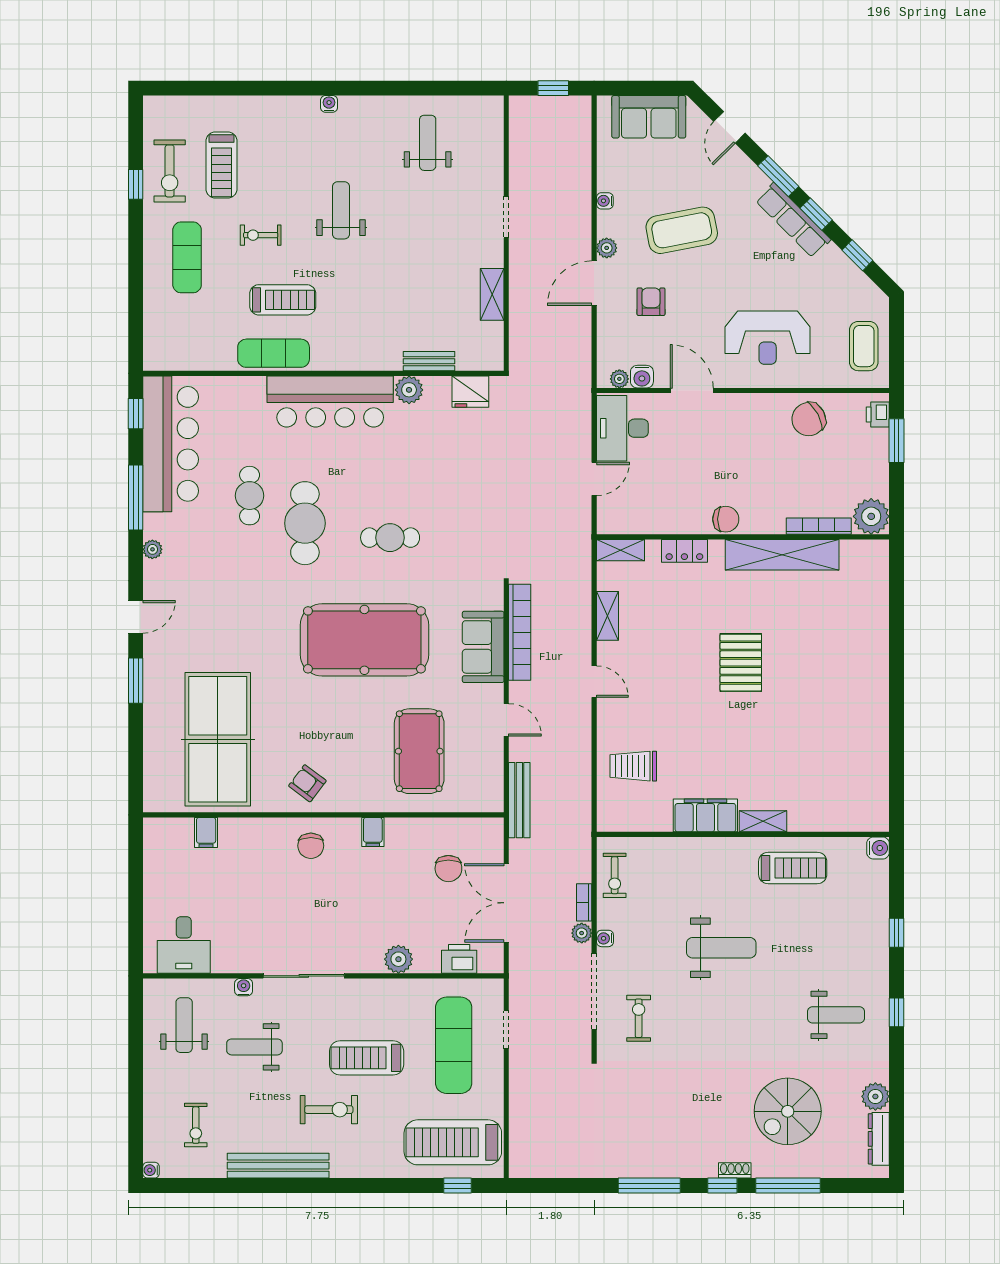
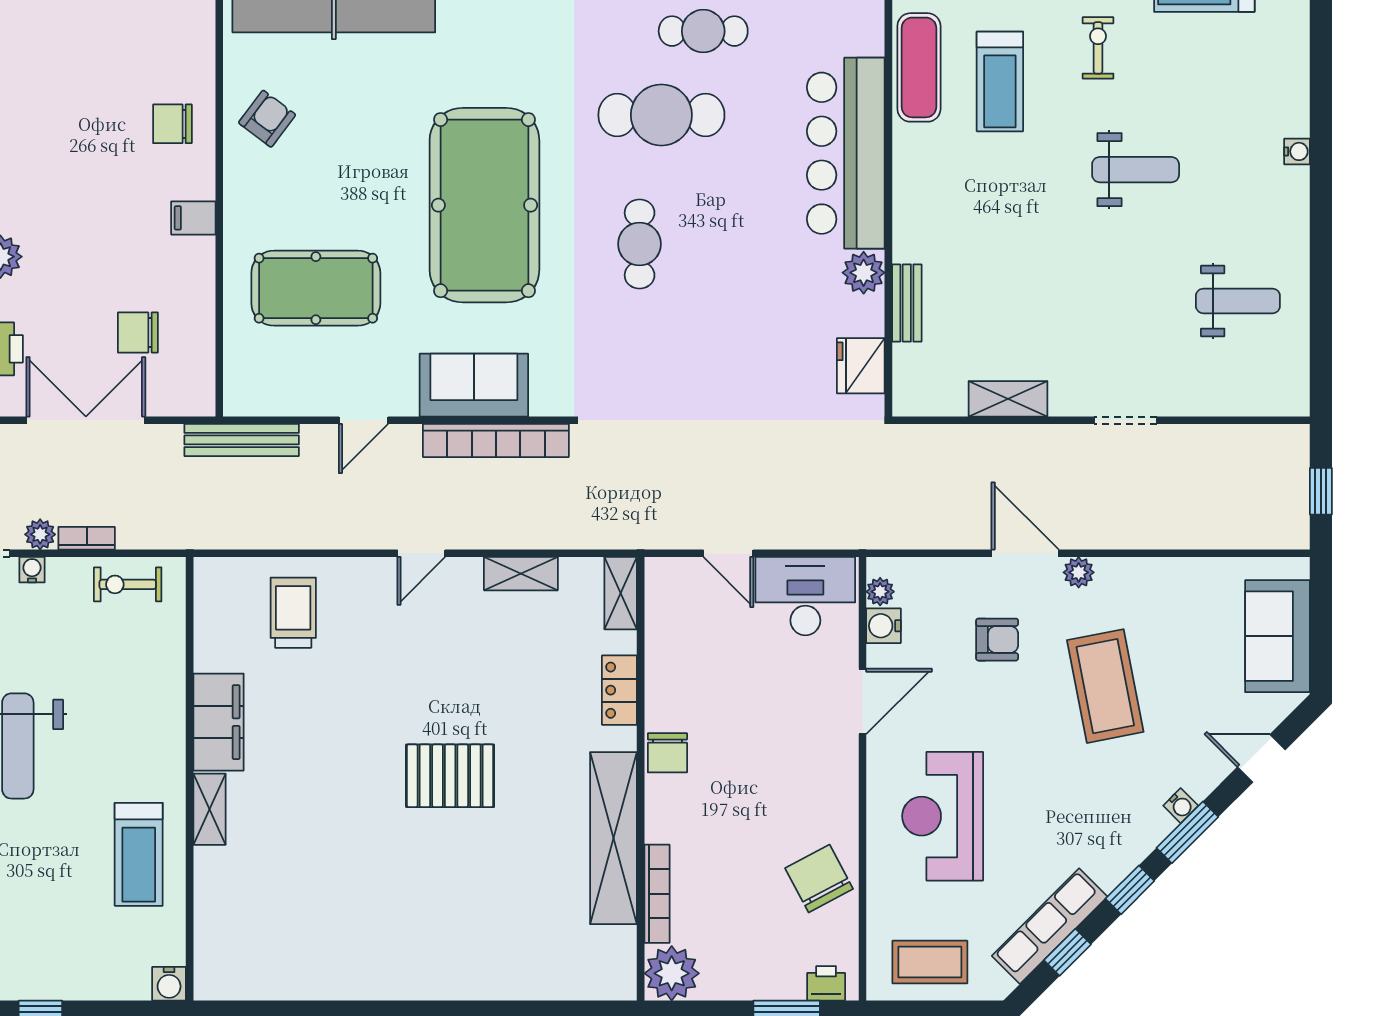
water cooler: (605, 201) -> (1181, 806), moved, turned 135
row of seats: (793, 220) -> (1050, 926), moved

